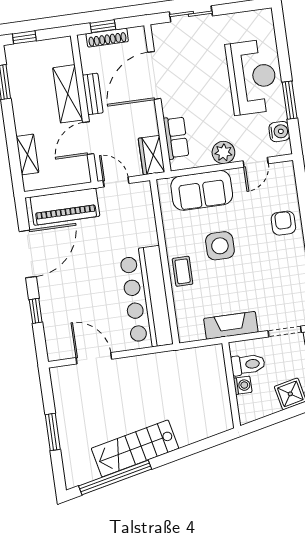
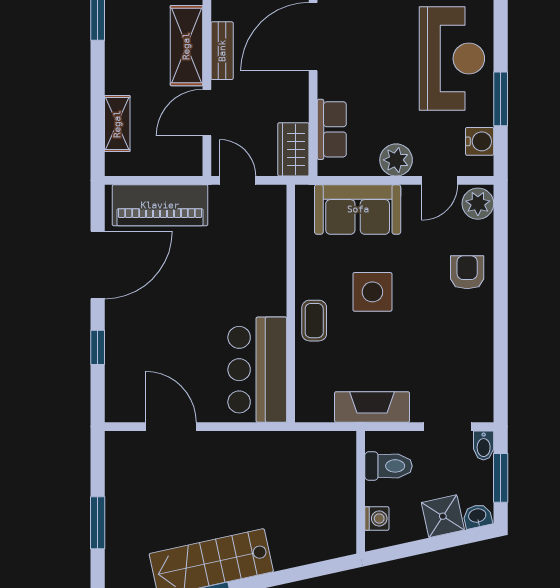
plant: (284, 175) -> (478, 204), added
bar counter: (146, 297) -> (257, 370), width x0.73
washing machine: (243, 385) -> (377, 518), moved

